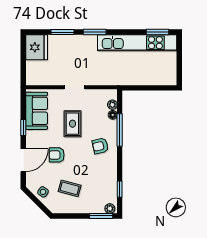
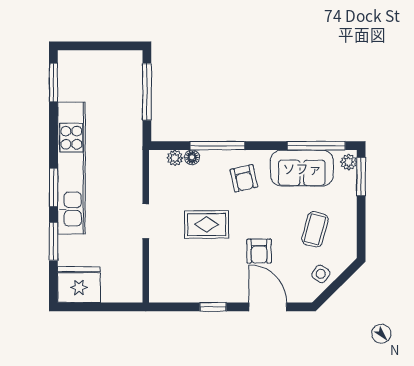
kitchen unit: (137, 43) -> (71, 168), moved
window: (152, 88) -> (147, 92), added
sofa: (37, 111) -> (302, 168), moved, turned 180
window: (120, 189) -> (316, 146), width x2.17

